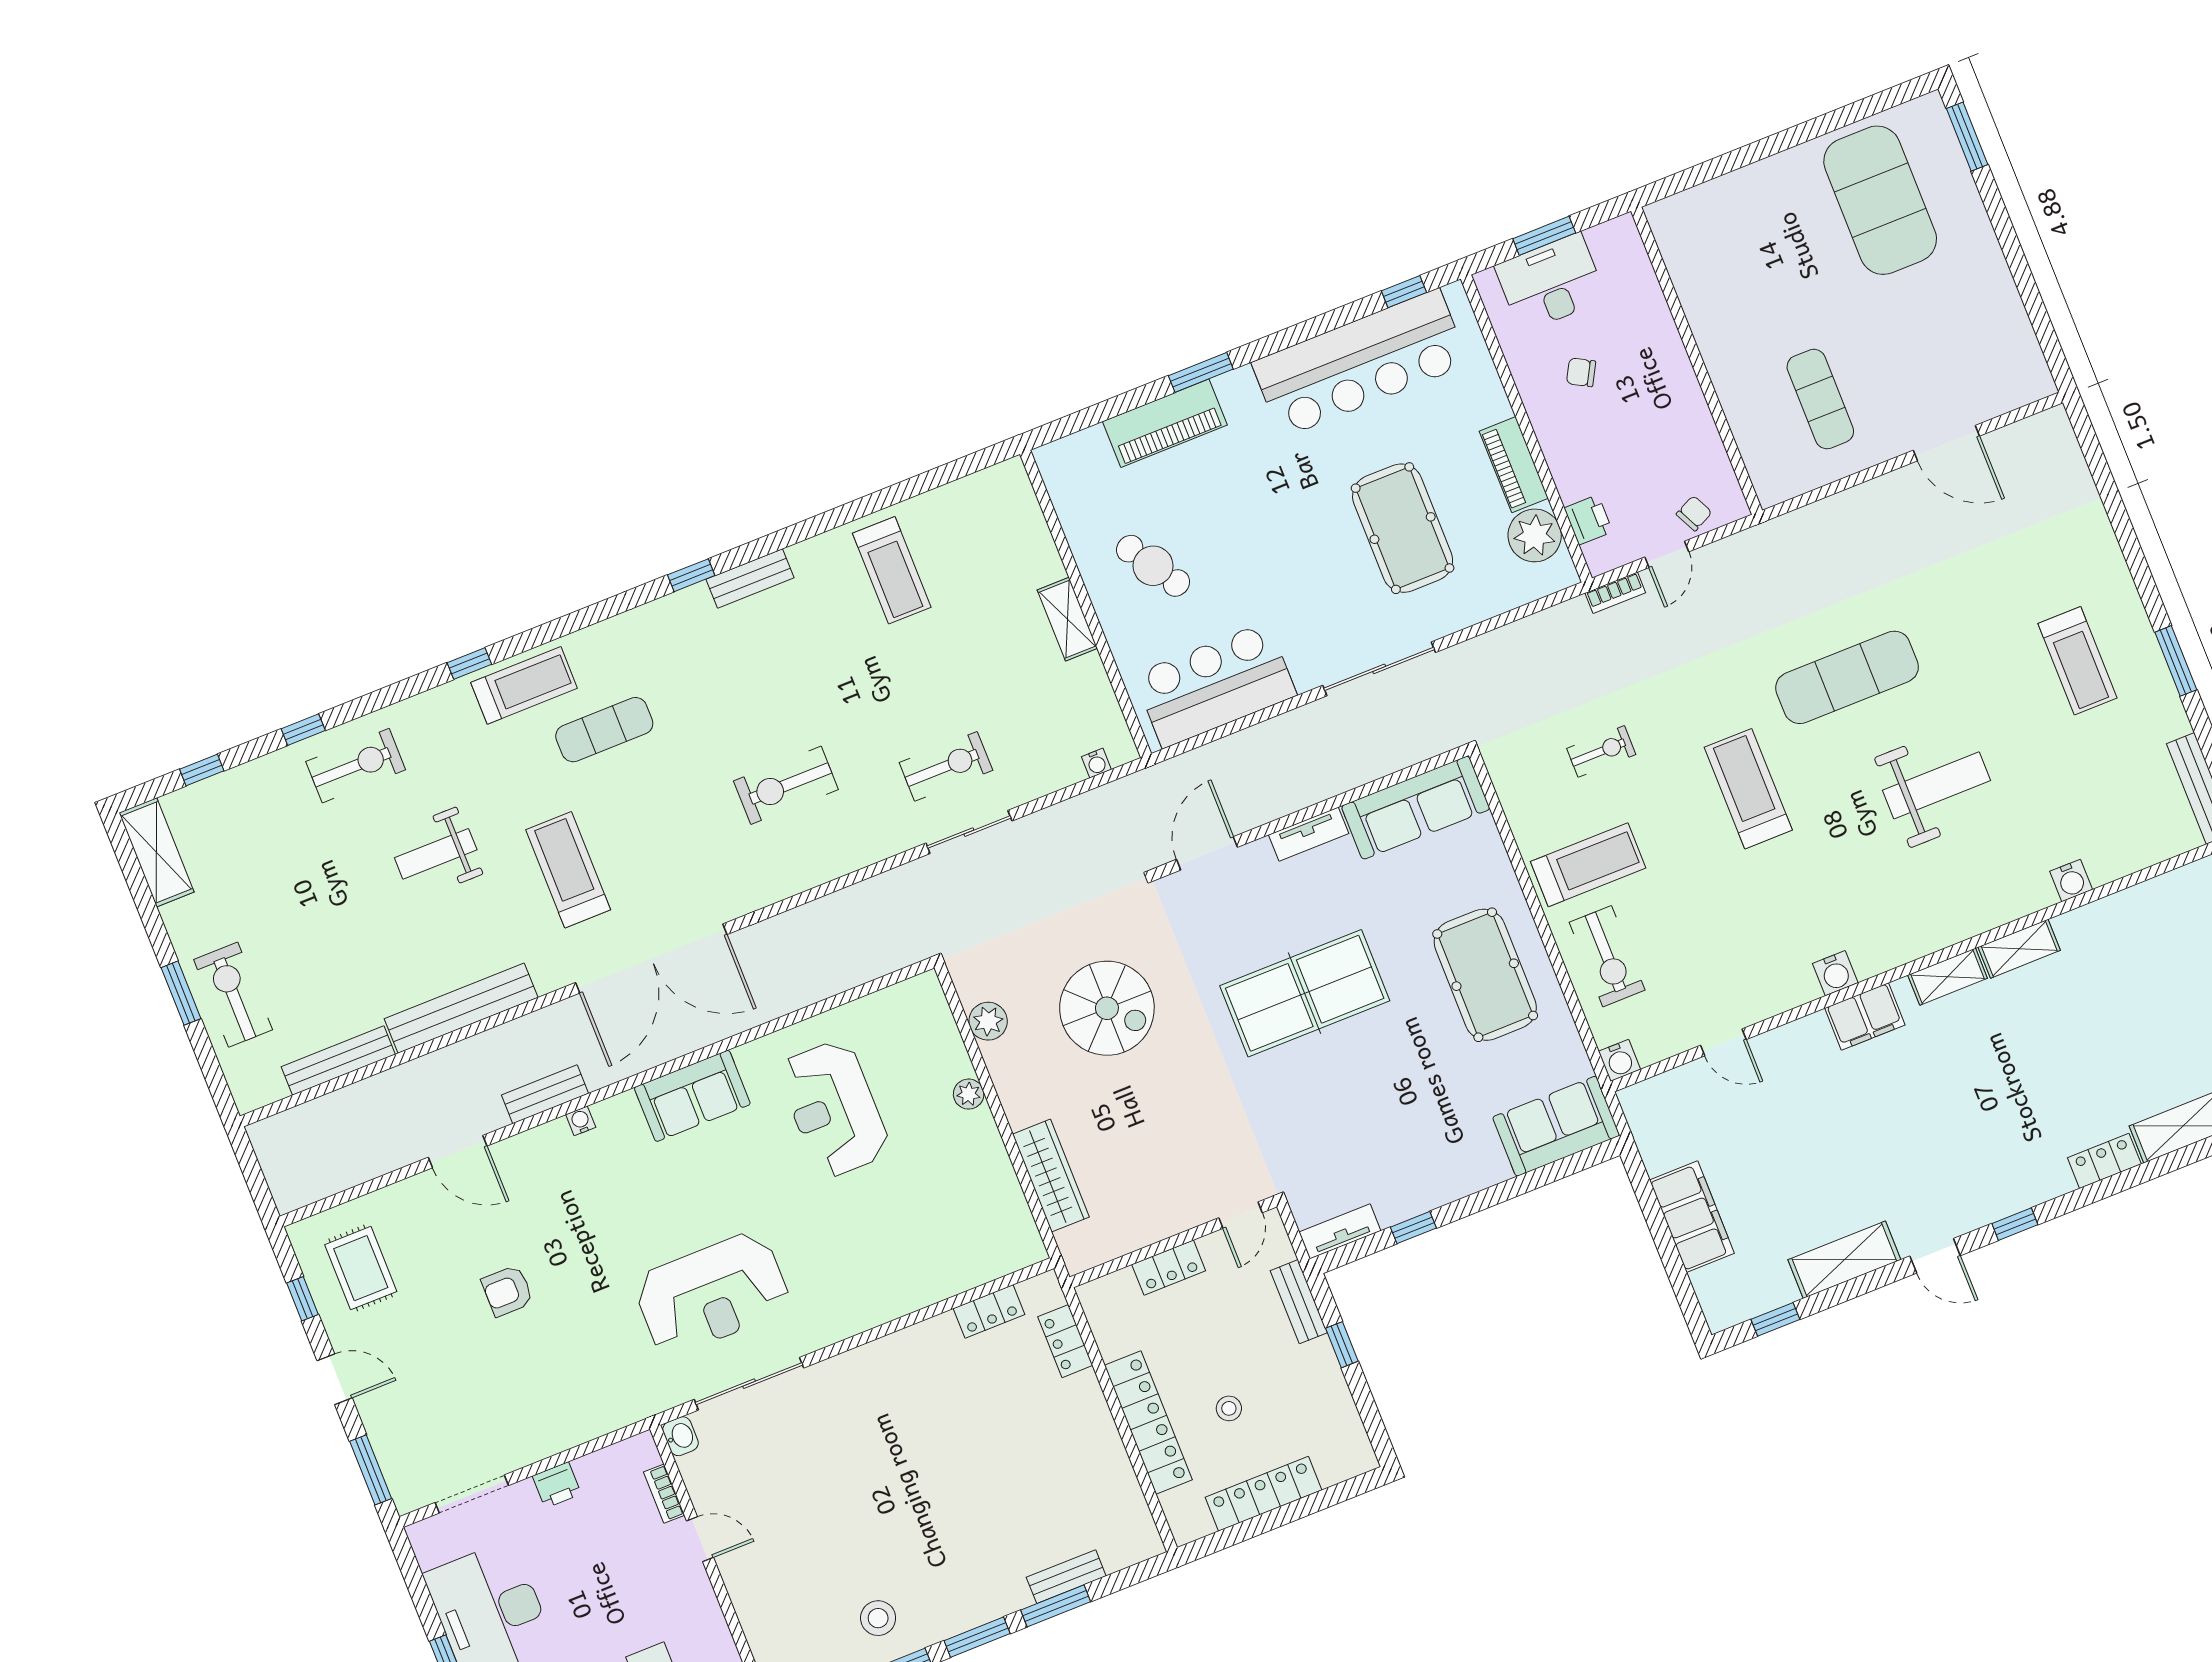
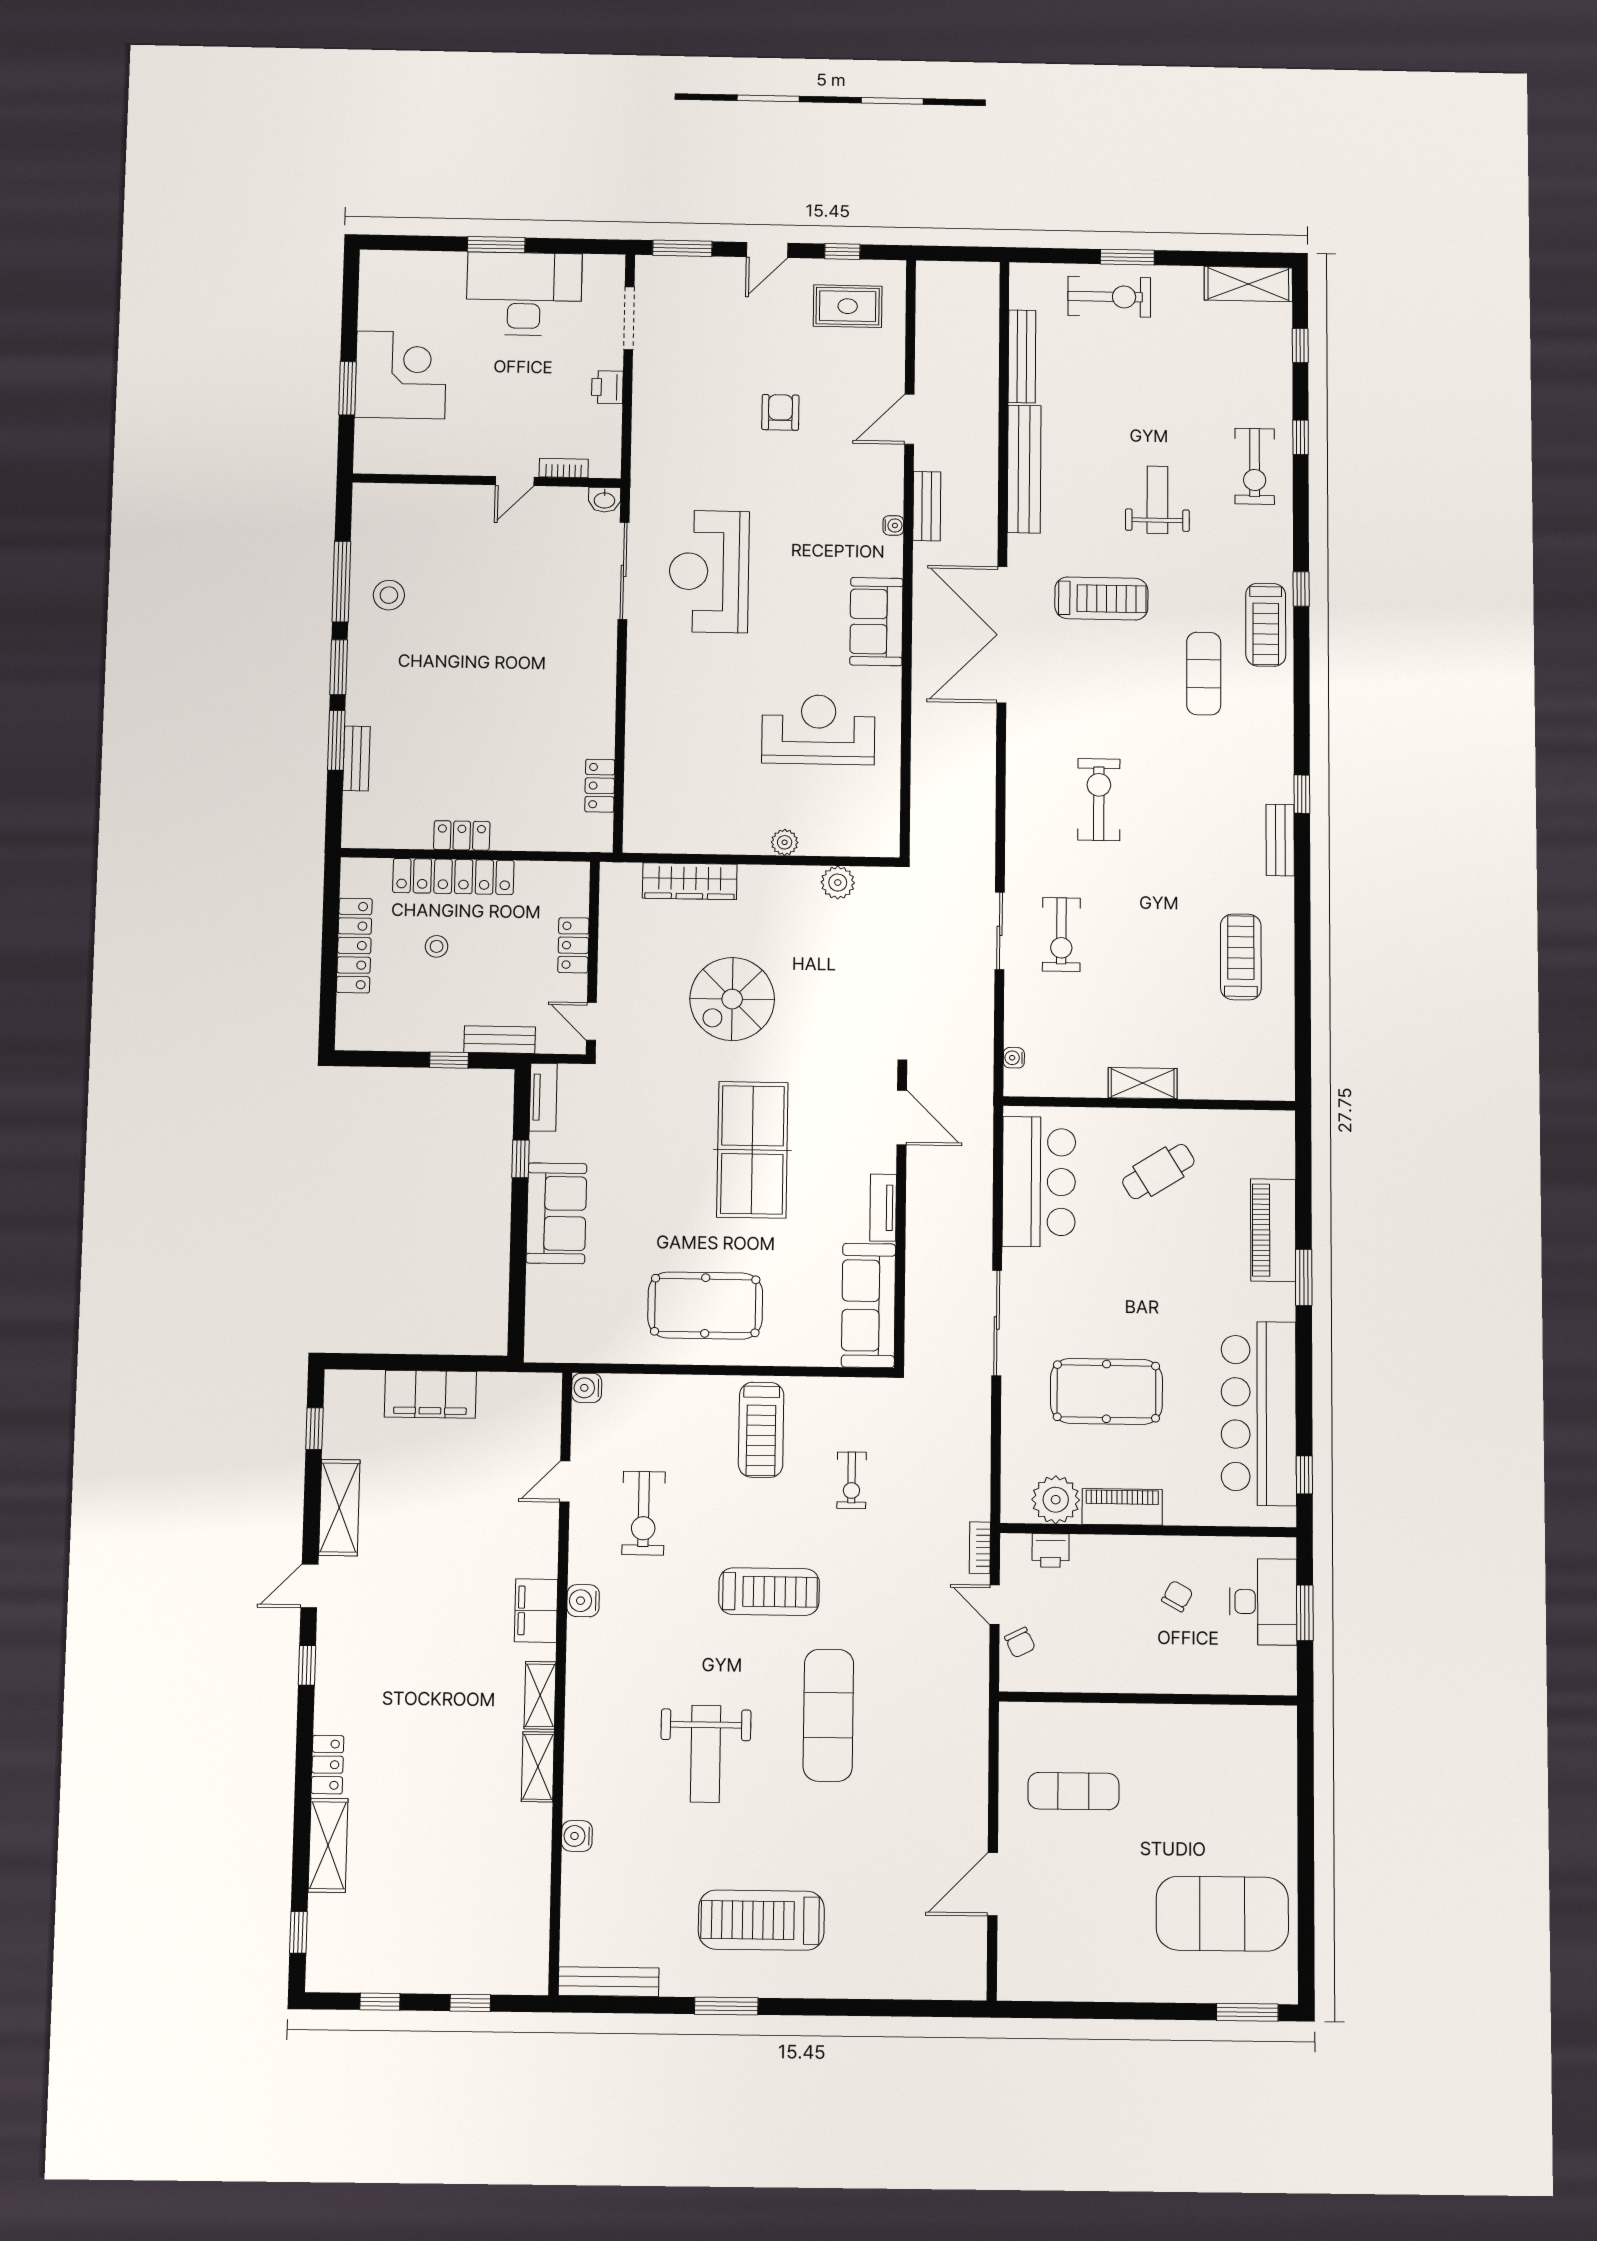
treadmill: (892, 570) -> (1241, 957), turned 90
treadmill: (2077, 661) -> (761, 1920), width x1.37, depth x1.38
exercise bike: (1607, 956) -> (643, 1513), moved, turned -90
spiral stairs: (1107, 1008) -> (732, 999), moved
sofa: (1556, 1126) -> (556, 1213), moved
locker: (1065, 1341) -> (462, 835), moved

